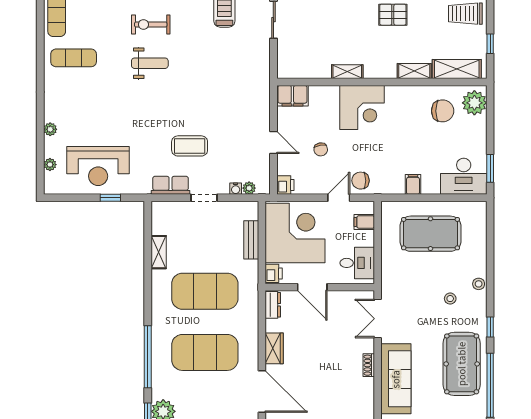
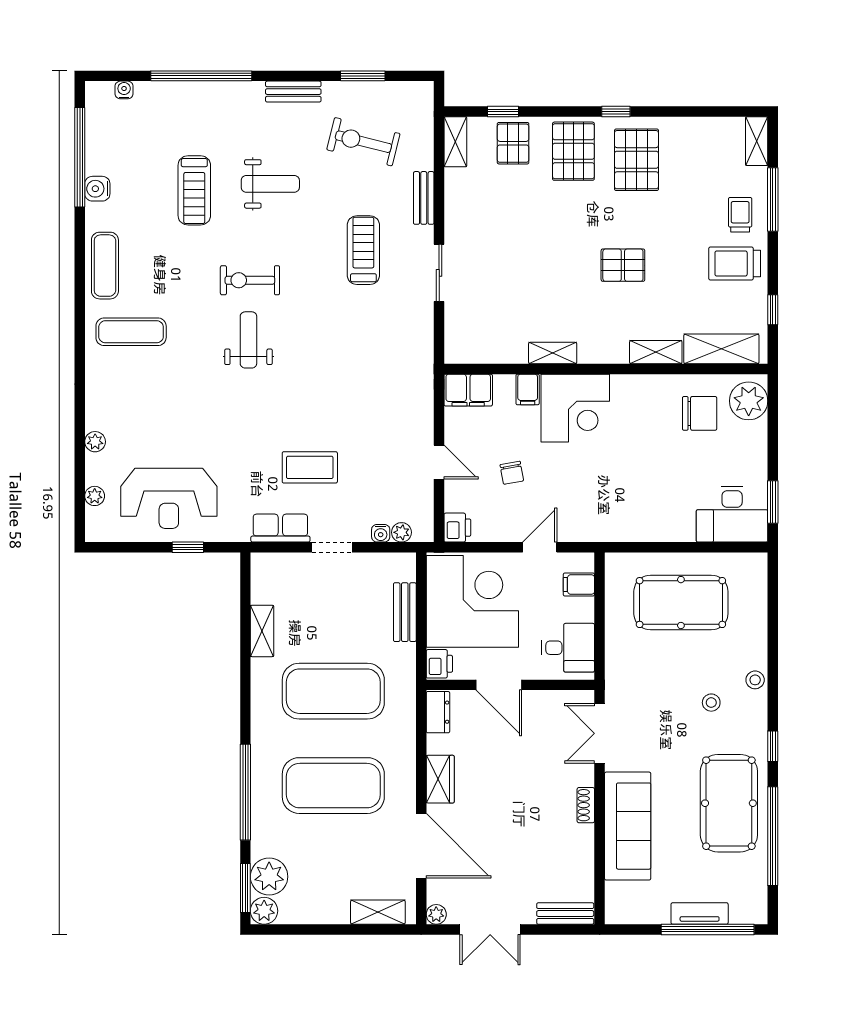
weight bench: (150, 63) -> (248, 340), turned -90
chair: (360, 181) -> (573, 521), removed
filing cabinet: (413, 184) -> (528, 389), moved, turned 180

